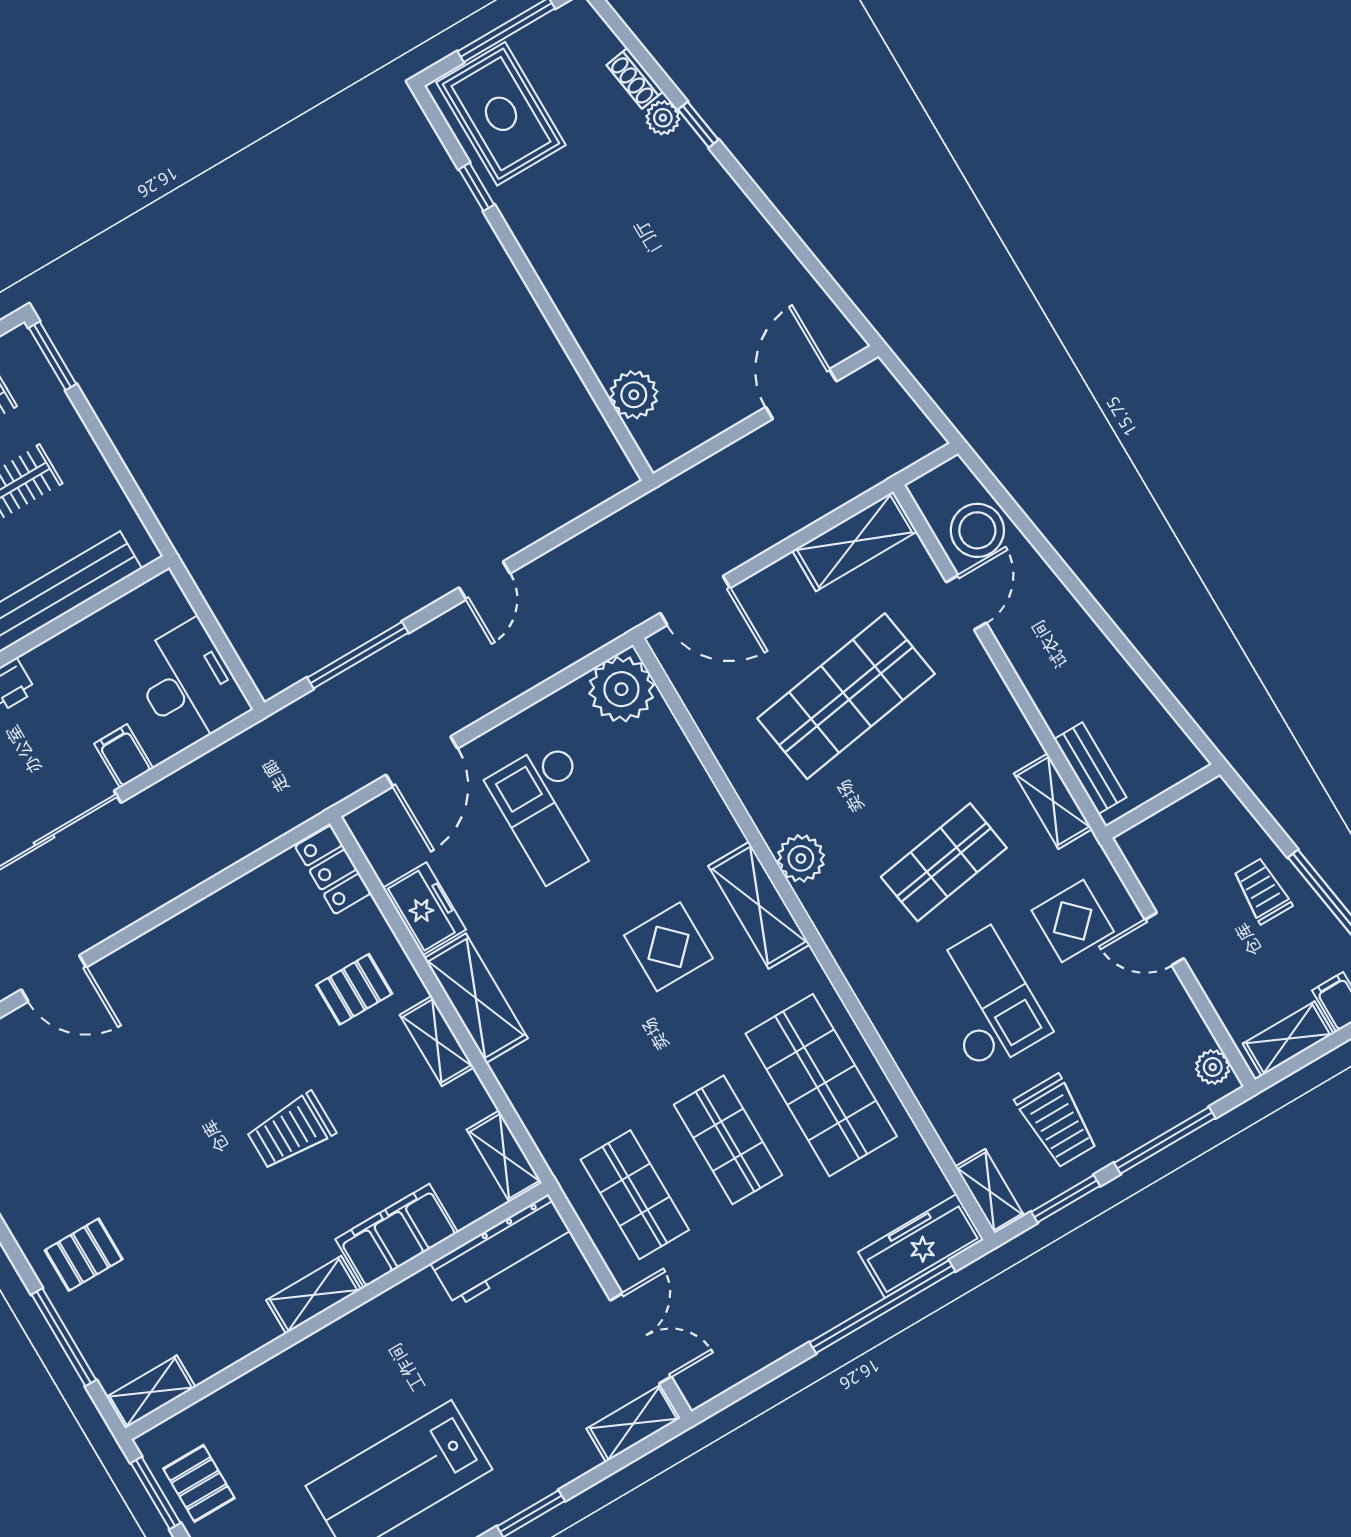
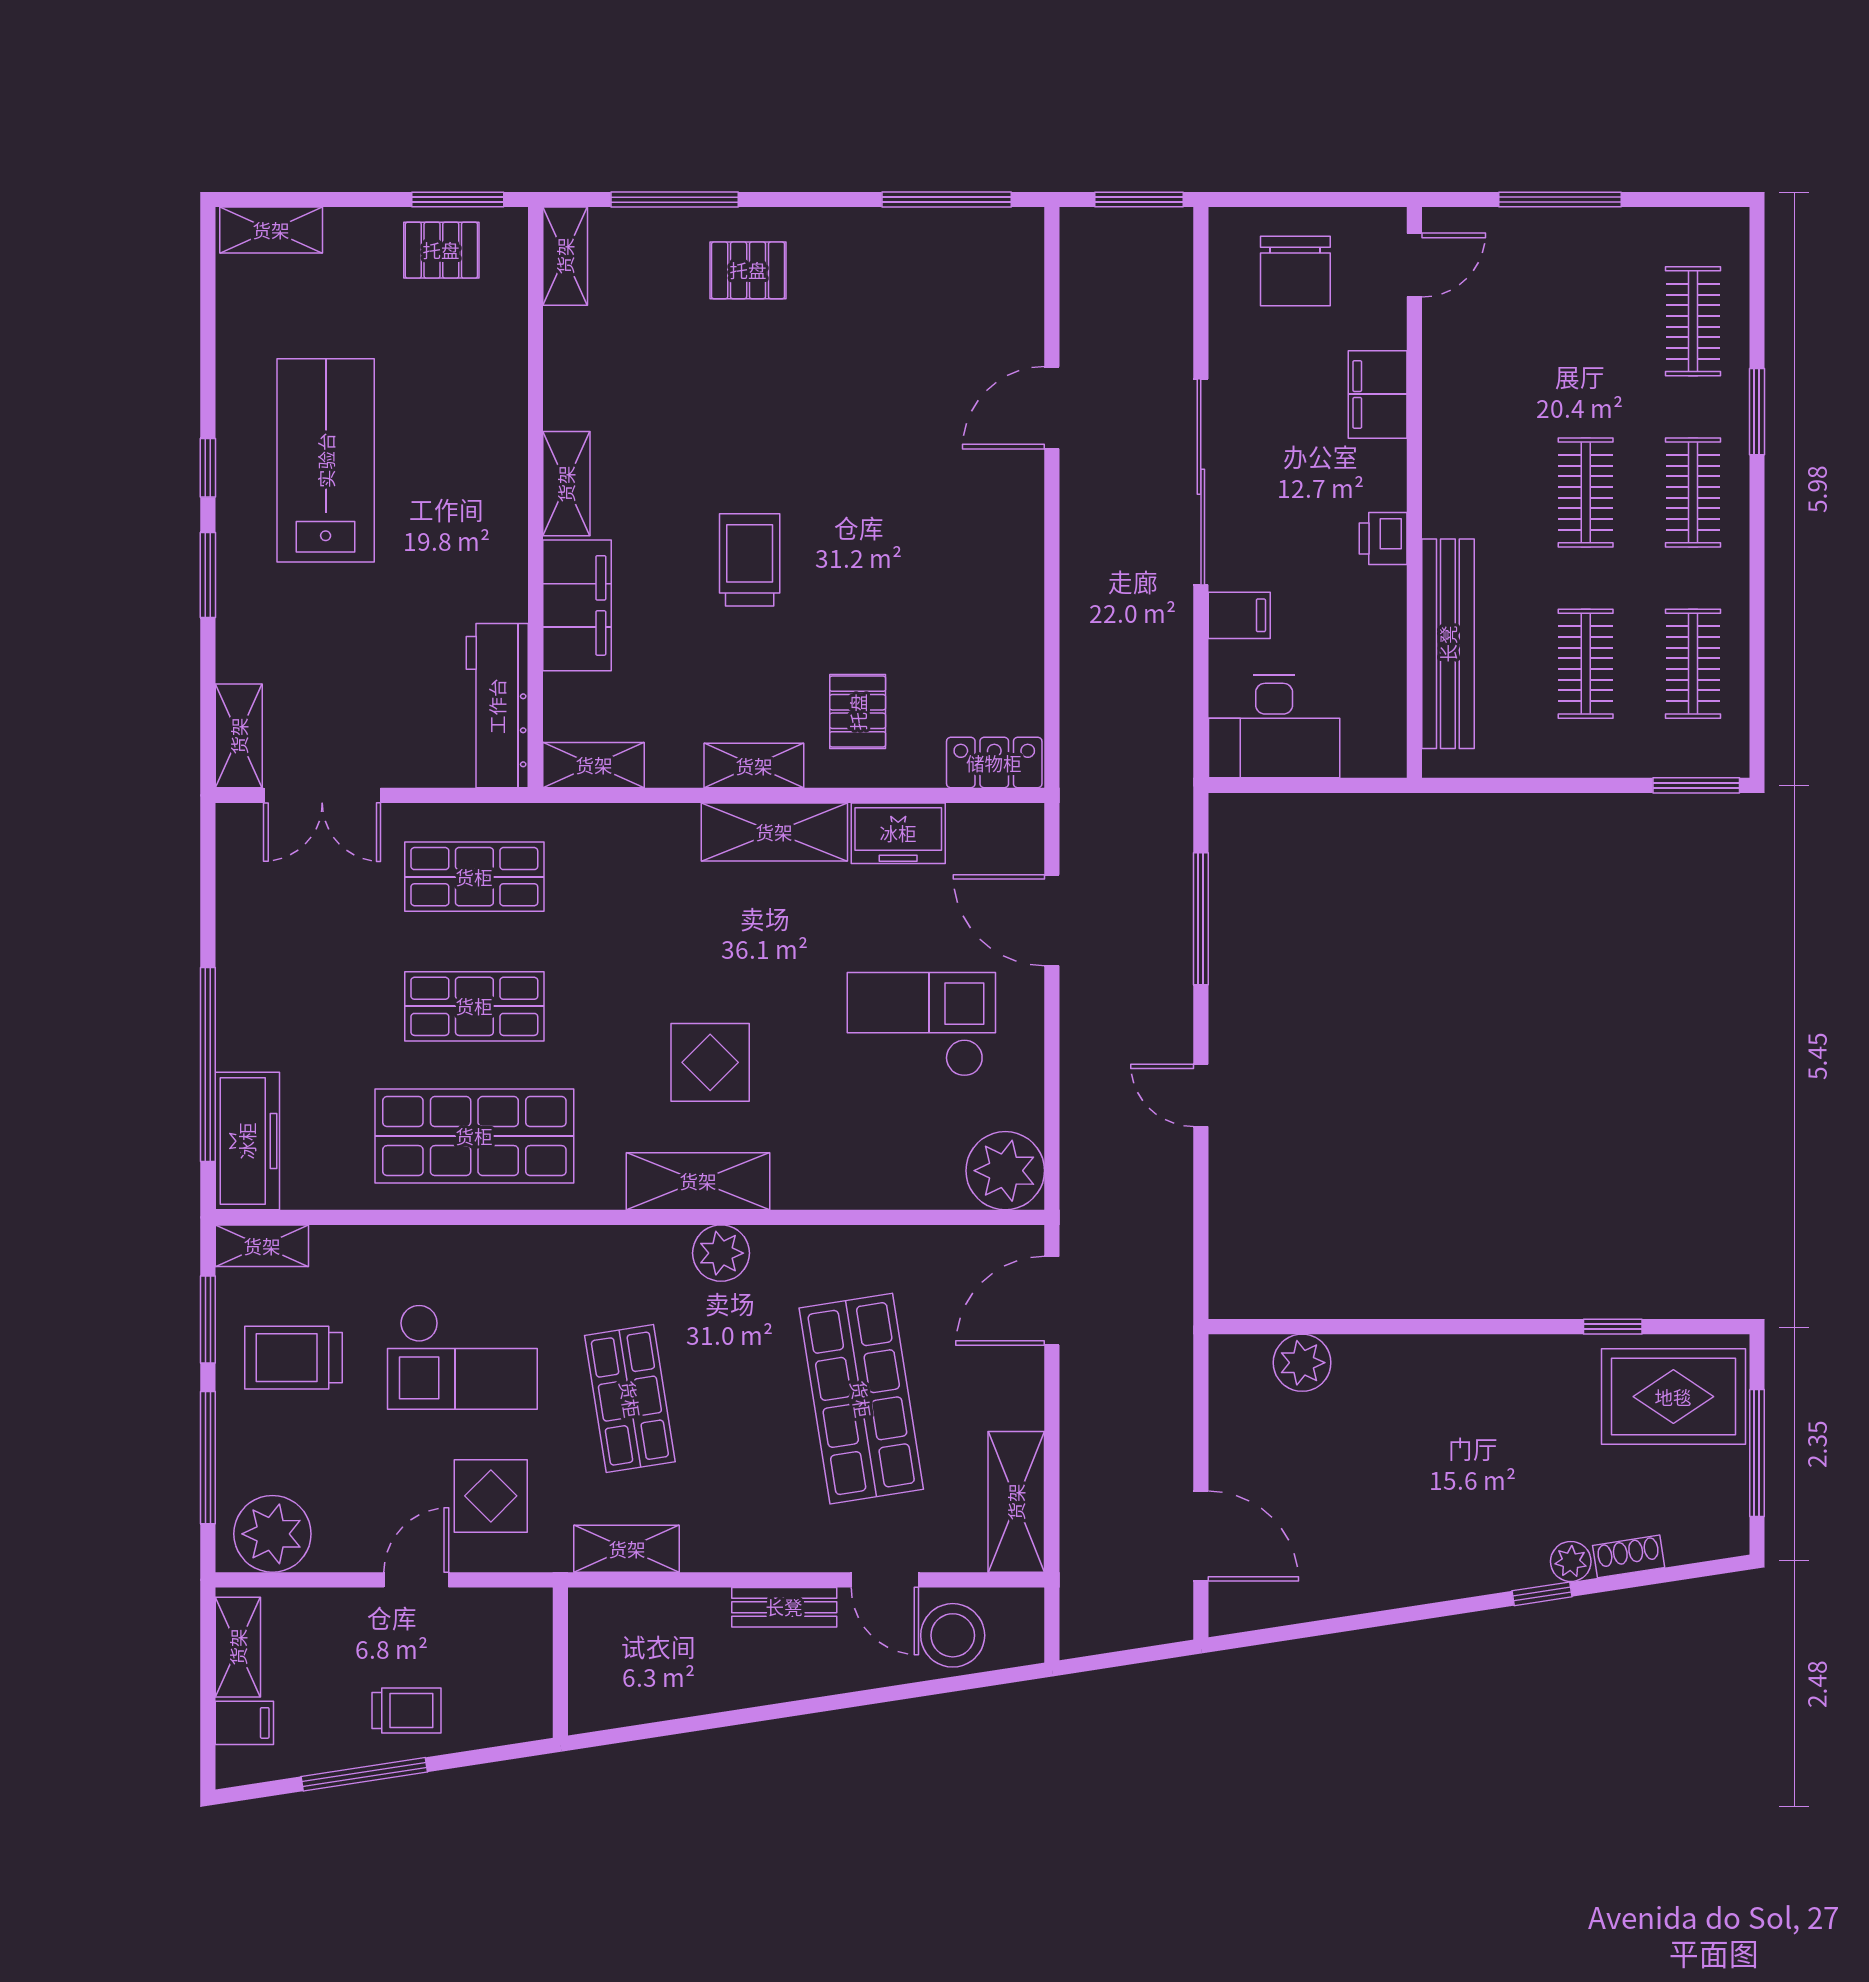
bench: (1090, 768) -> (784, 1607), moved
plant: (1213, 1067) -> (272, 1534), width x1.87, depth x1.87
pallet: (84, 1255) -> (748, 270), turned 90

